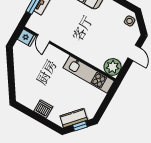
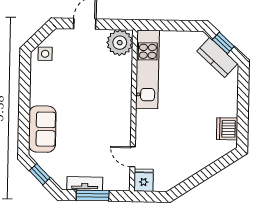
door: (43, 39) -> (133, 157), swing flipped
dishwasher: (43, 109) -> (227, 129), moved

